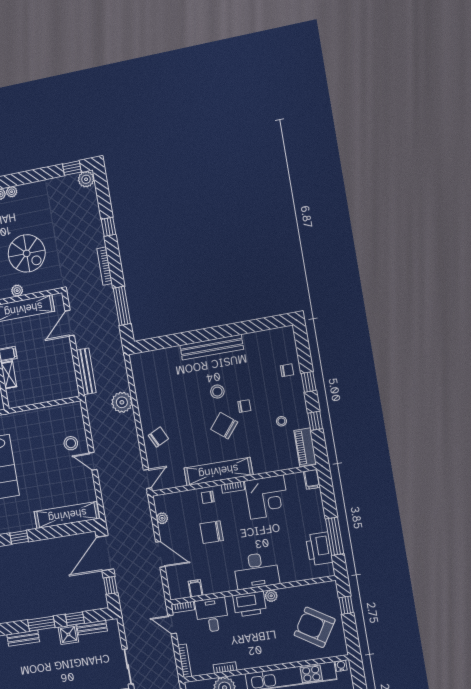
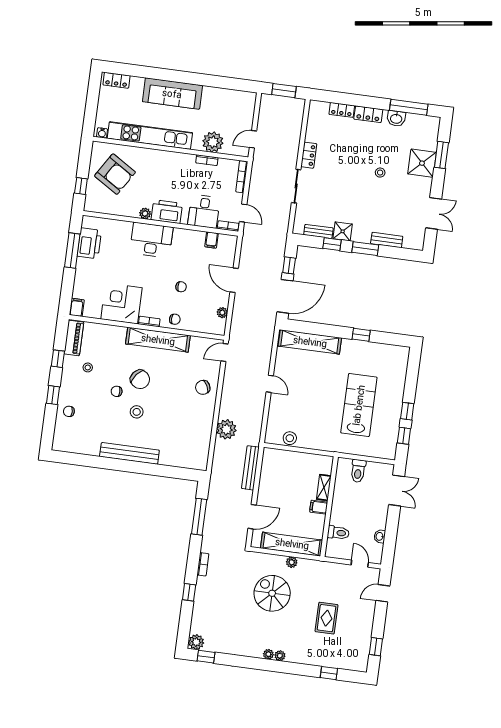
bookcase: (105, 266) -> (203, 564), width x0.64
stool: (71, 443) -> (290, 438), moved
chair: (212, 532) -> (181, 287), width x0.54, depth x0.54

